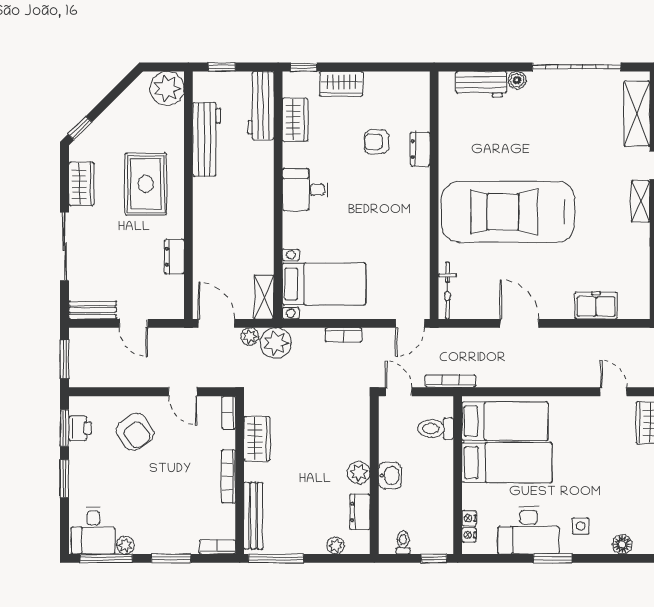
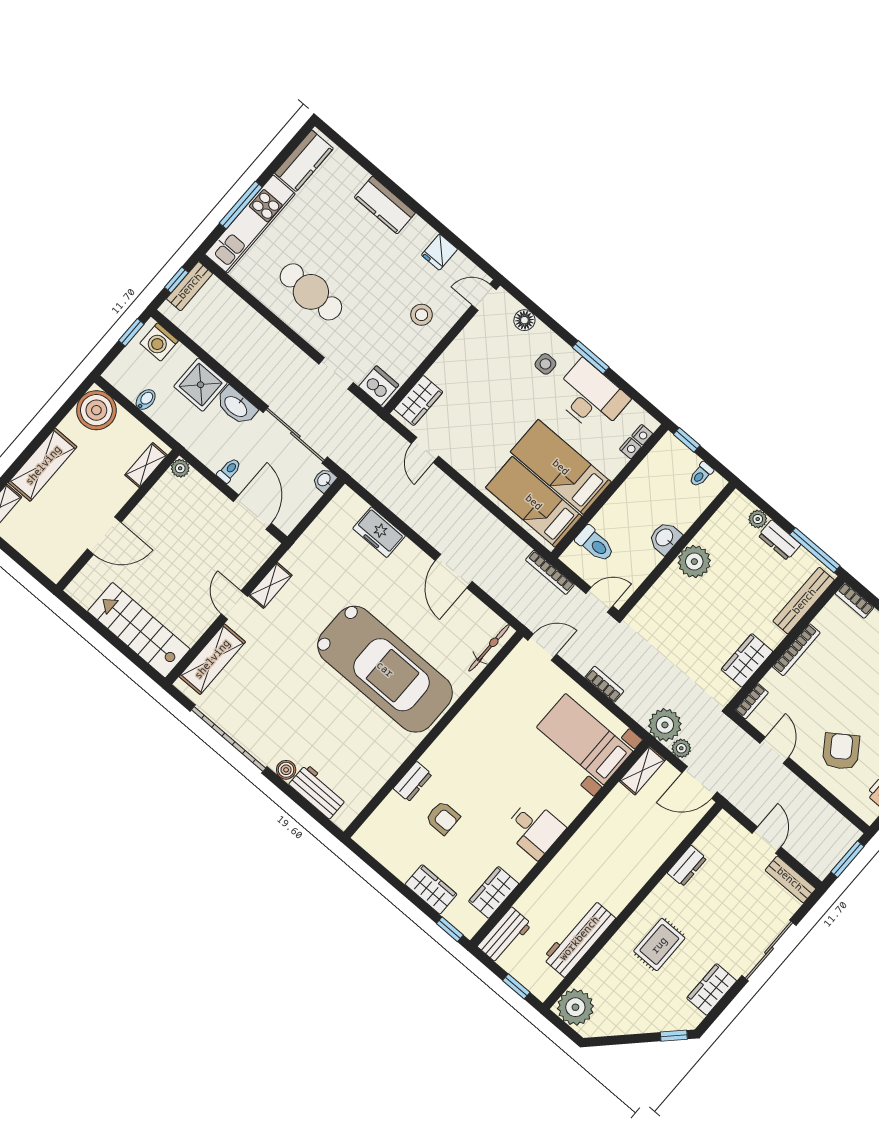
workbench: (261, 105) -> (505, 935), width x0.73
rug: (146, 184) -> (659, 945), width x0.73, depth x0.70
door: (216, 323) -> (699, 782), hinge flipped
door: (399, 392) -> (599, 600), swing flipped
plant: (359, 473) -> (694, 562), width x1.36, depth x1.36
dresser: (360, 512) -> (779, 540), moved, turned 90

